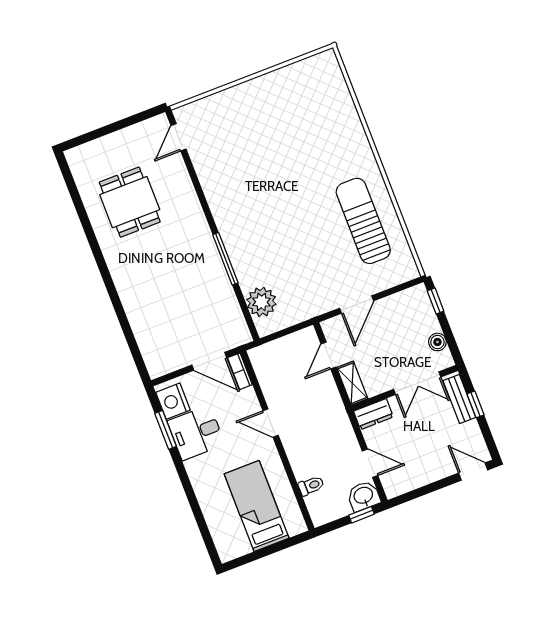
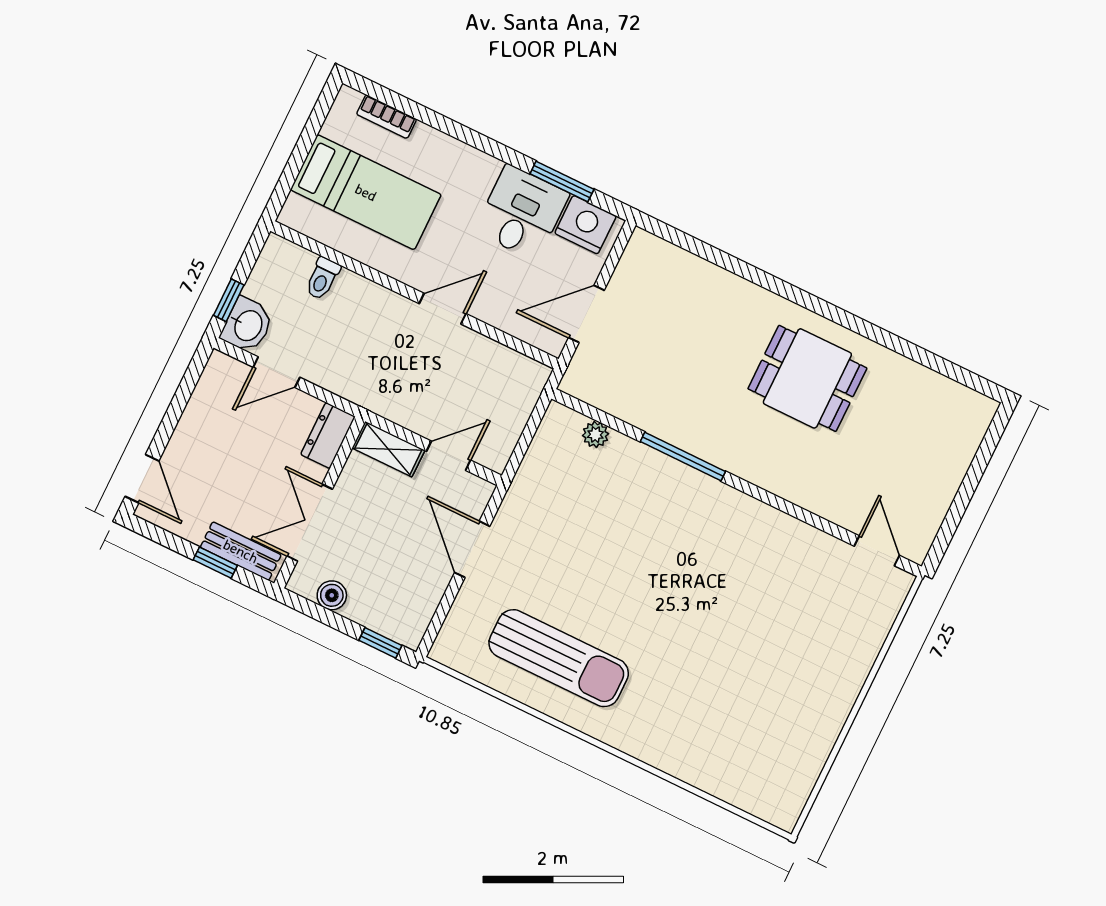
dining table: (130, 202) -> (807, 378), moved
plant: (261, 302) -> (595, 435), width x0.53, depth x0.53
door: (329, 356) -> (448, 456), hinge flipped
bookcase: (240, 371) -> (387, 117), moved, turned 180
door: (473, 472) -> (142, 479), hinge flipped

